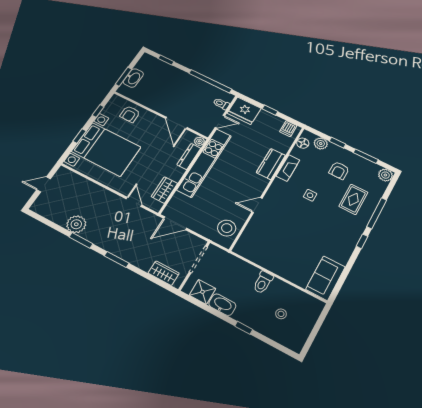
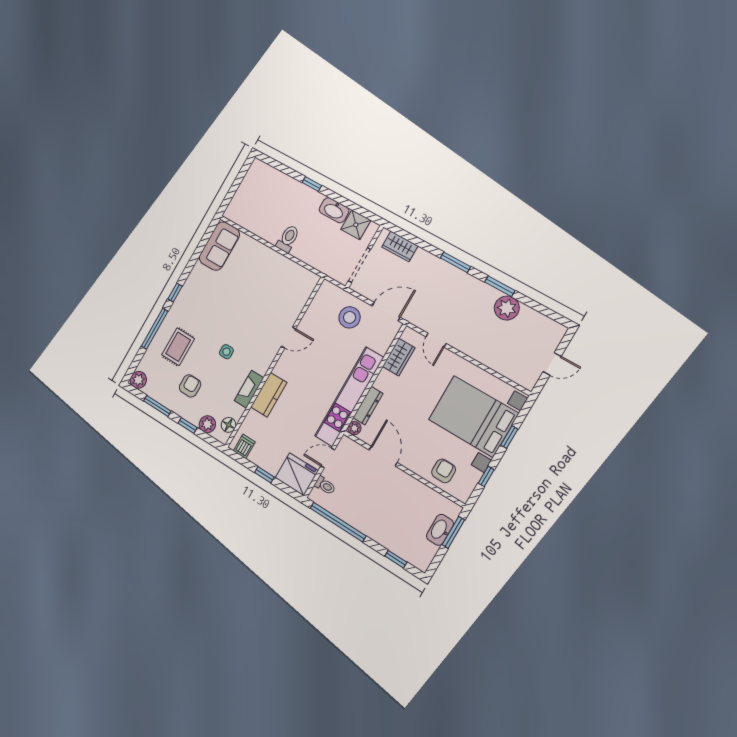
stool: (227, 228) -> (350, 317), moved
stool: (281, 314) -> (271, 202), removed

